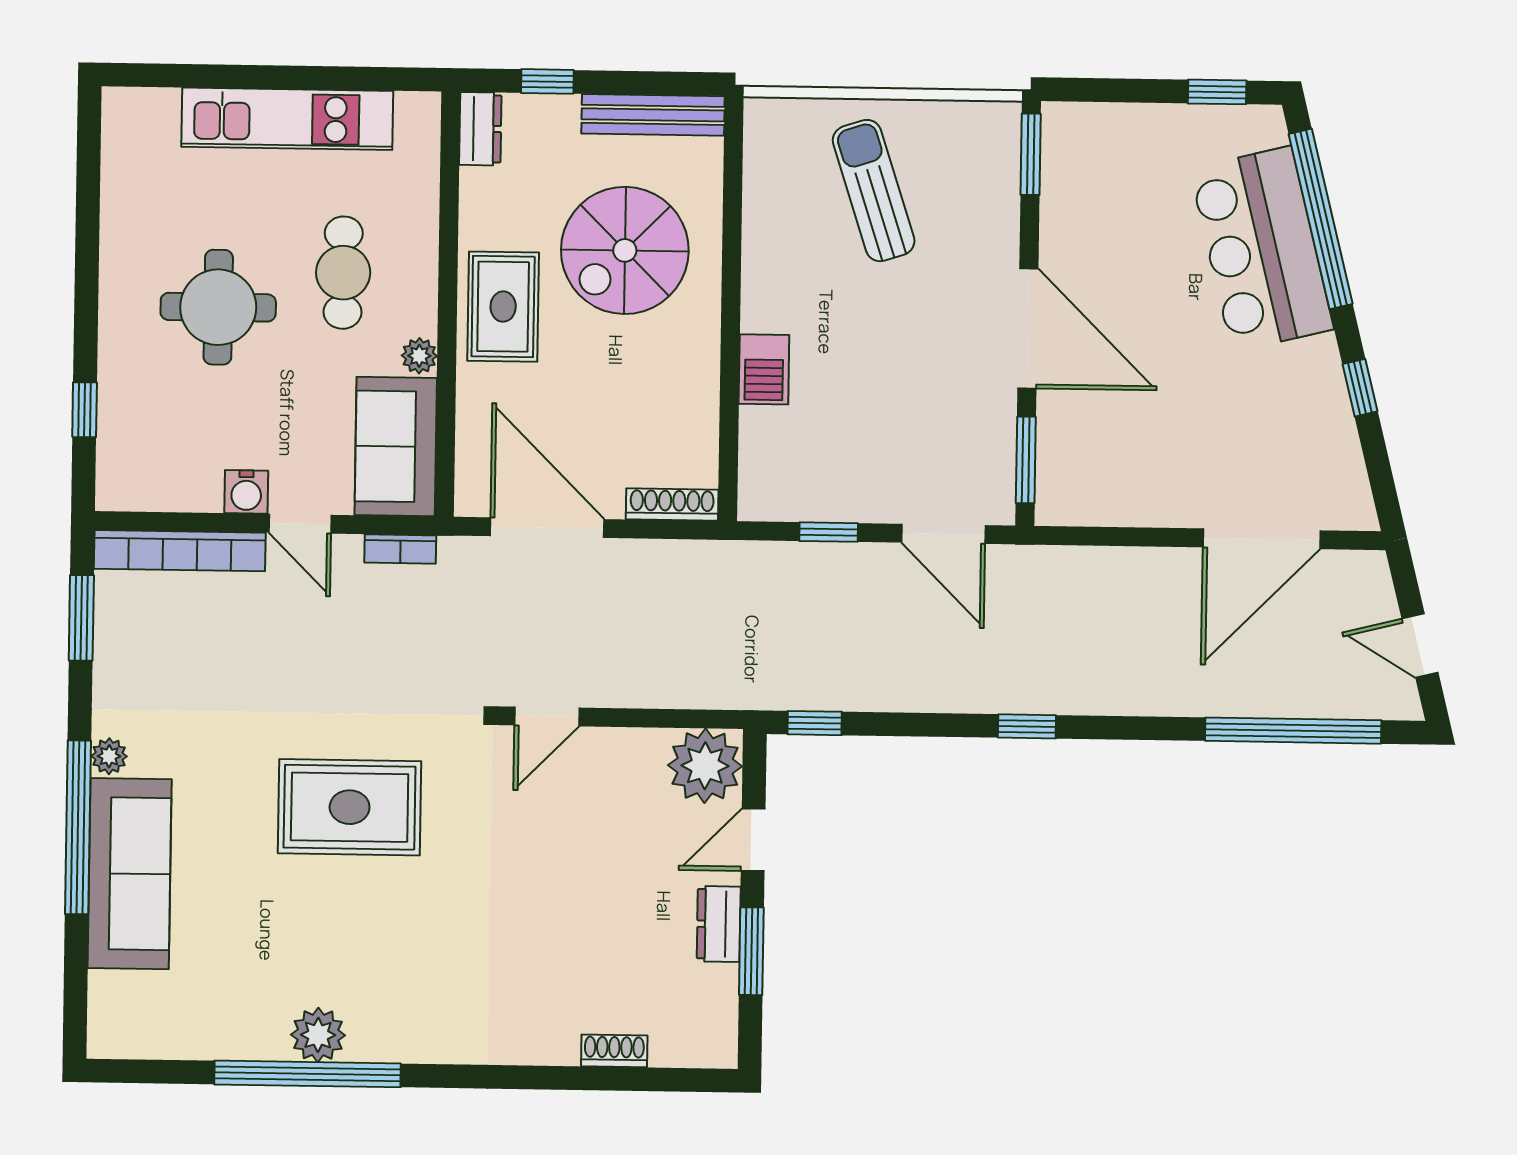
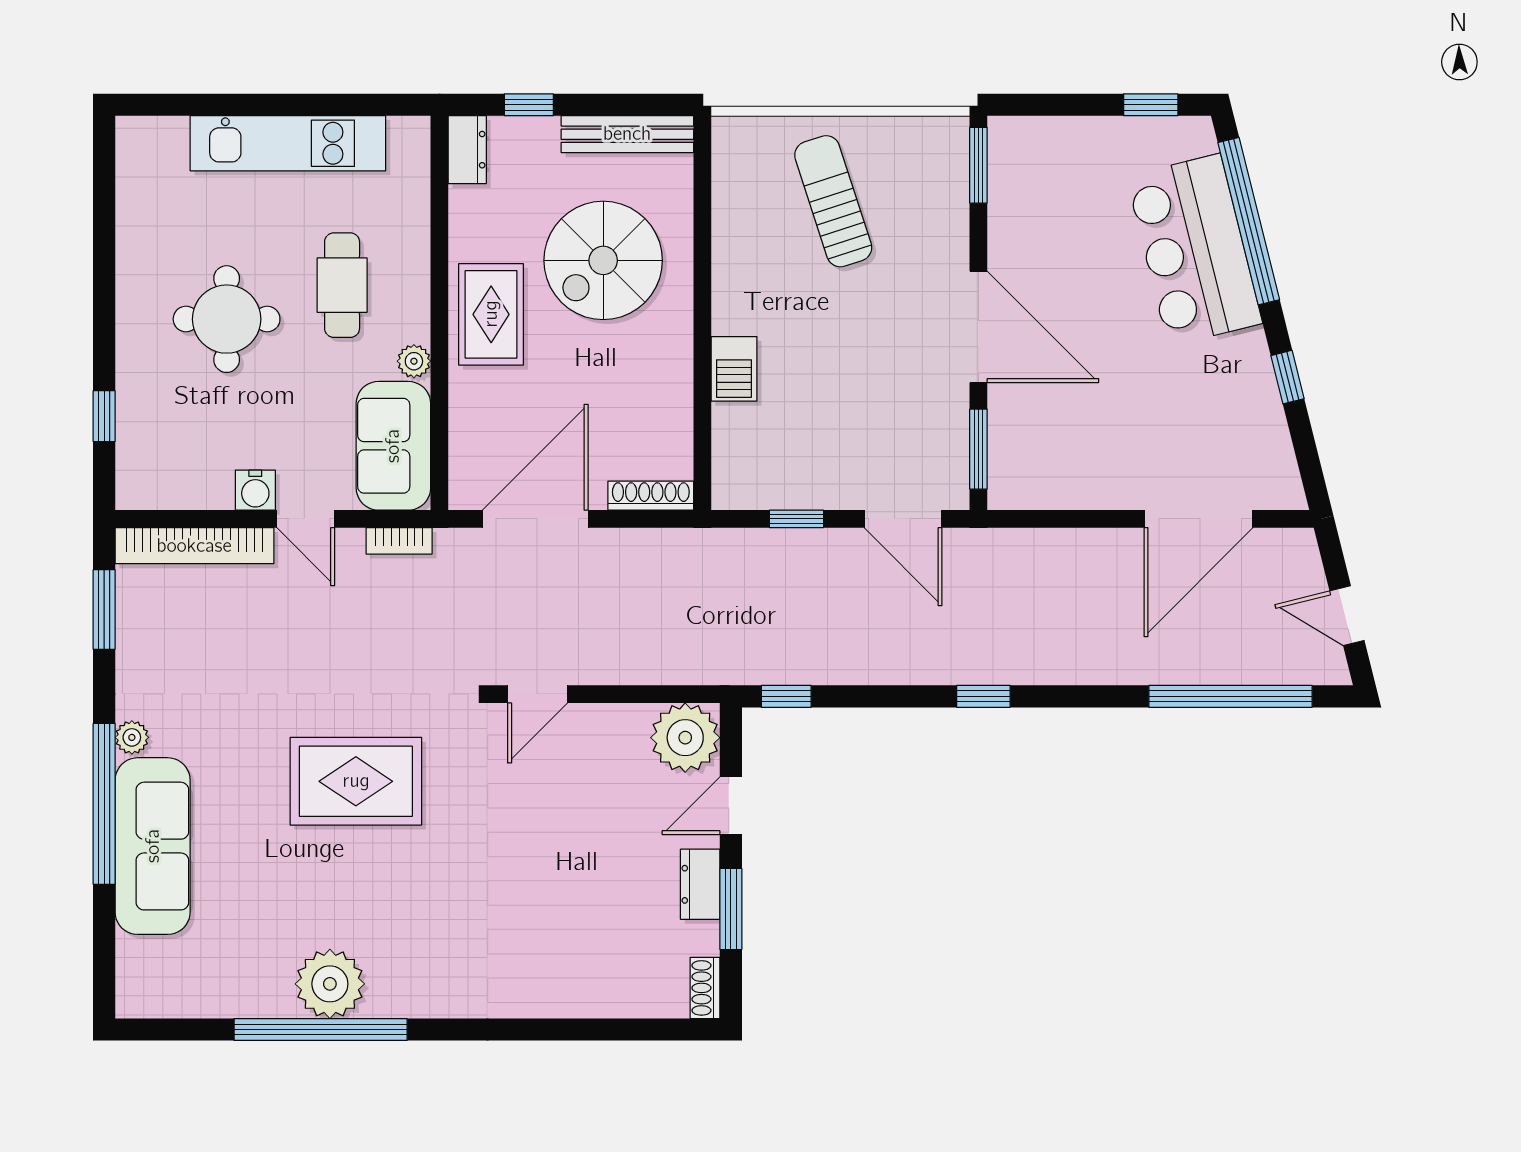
door: (547, 528) -> (535, 519), hinge flipped
plant: (318, 1035) -> (330, 984), width x1.36, depth x1.36
shoe rack: (614, 1051) -> (705, 988), moved, turned -90

